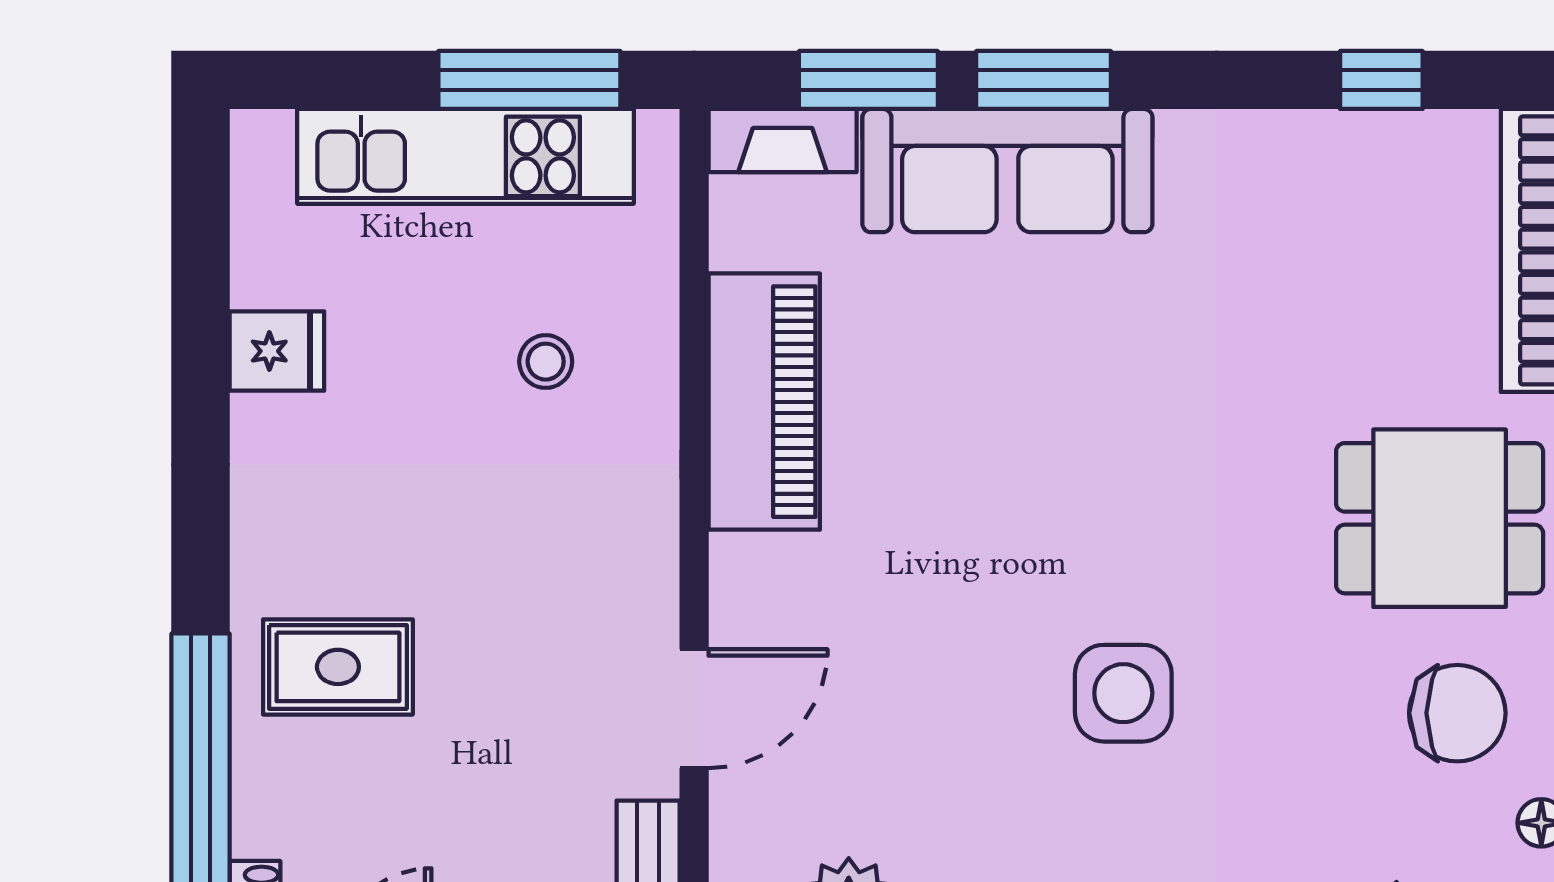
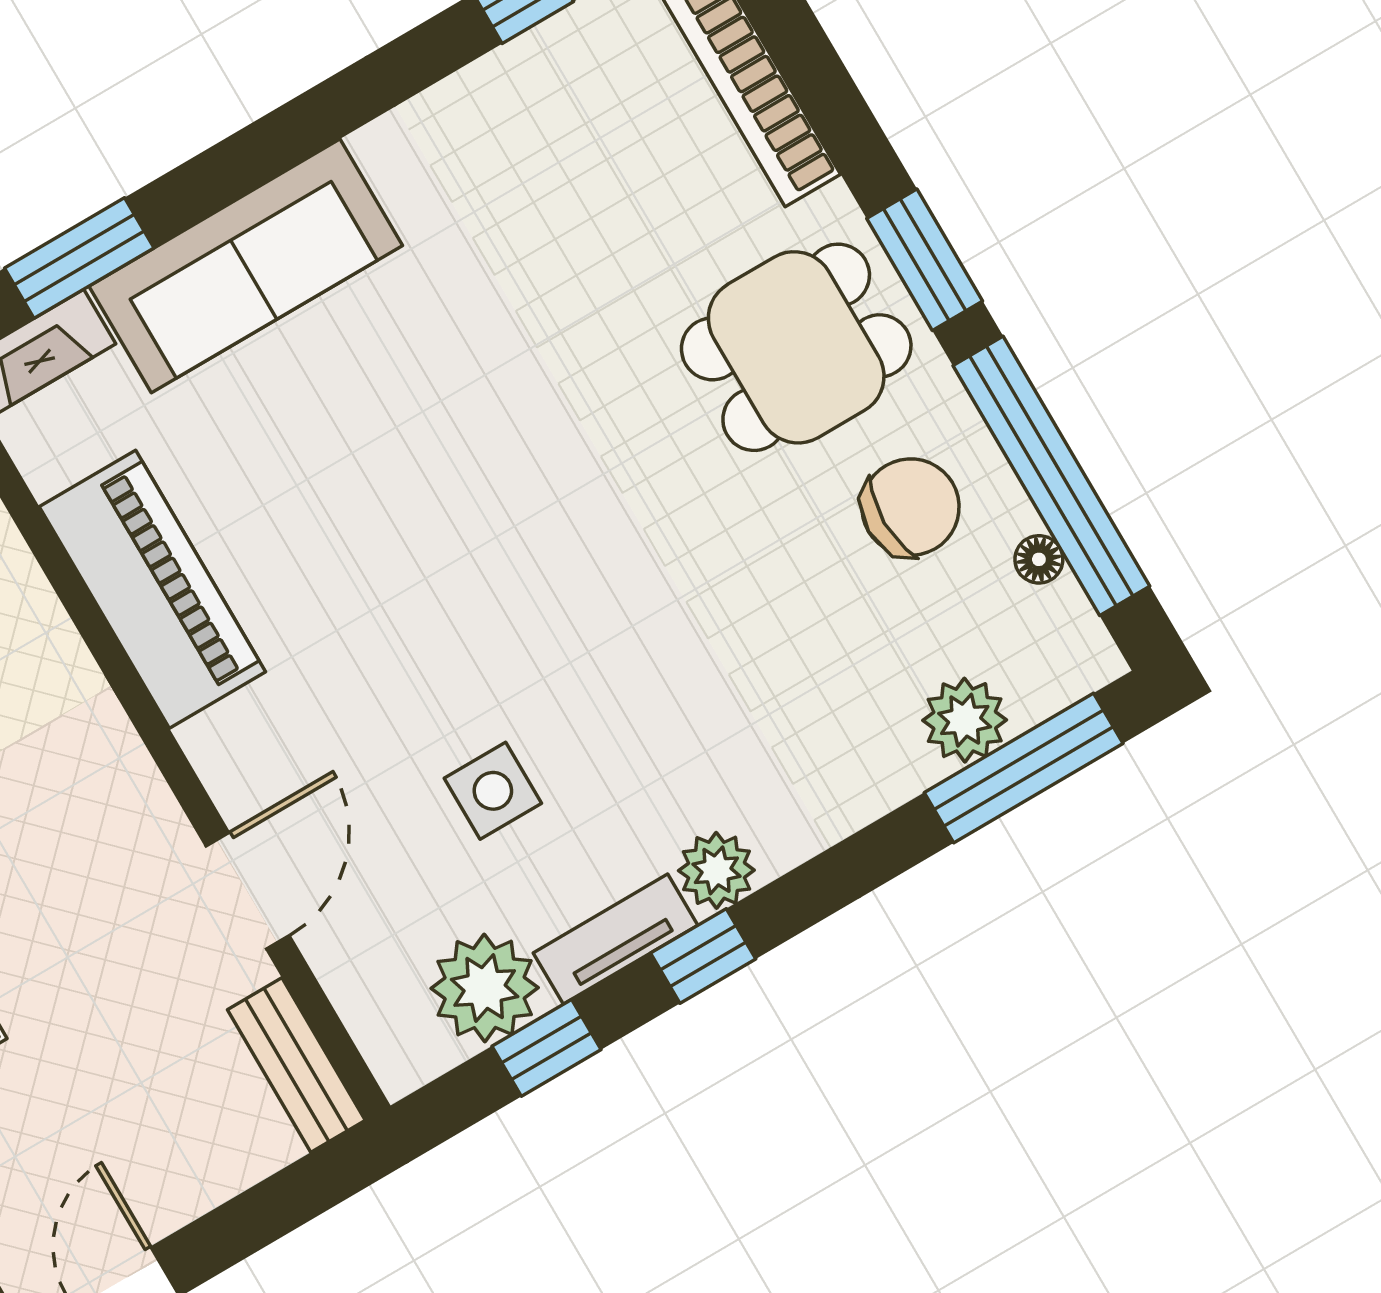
window: (1044, 80) -> (231, 169), removed
side table: (1123, 693) -> (493, 791), moved, width x0.73, depth x0.73

